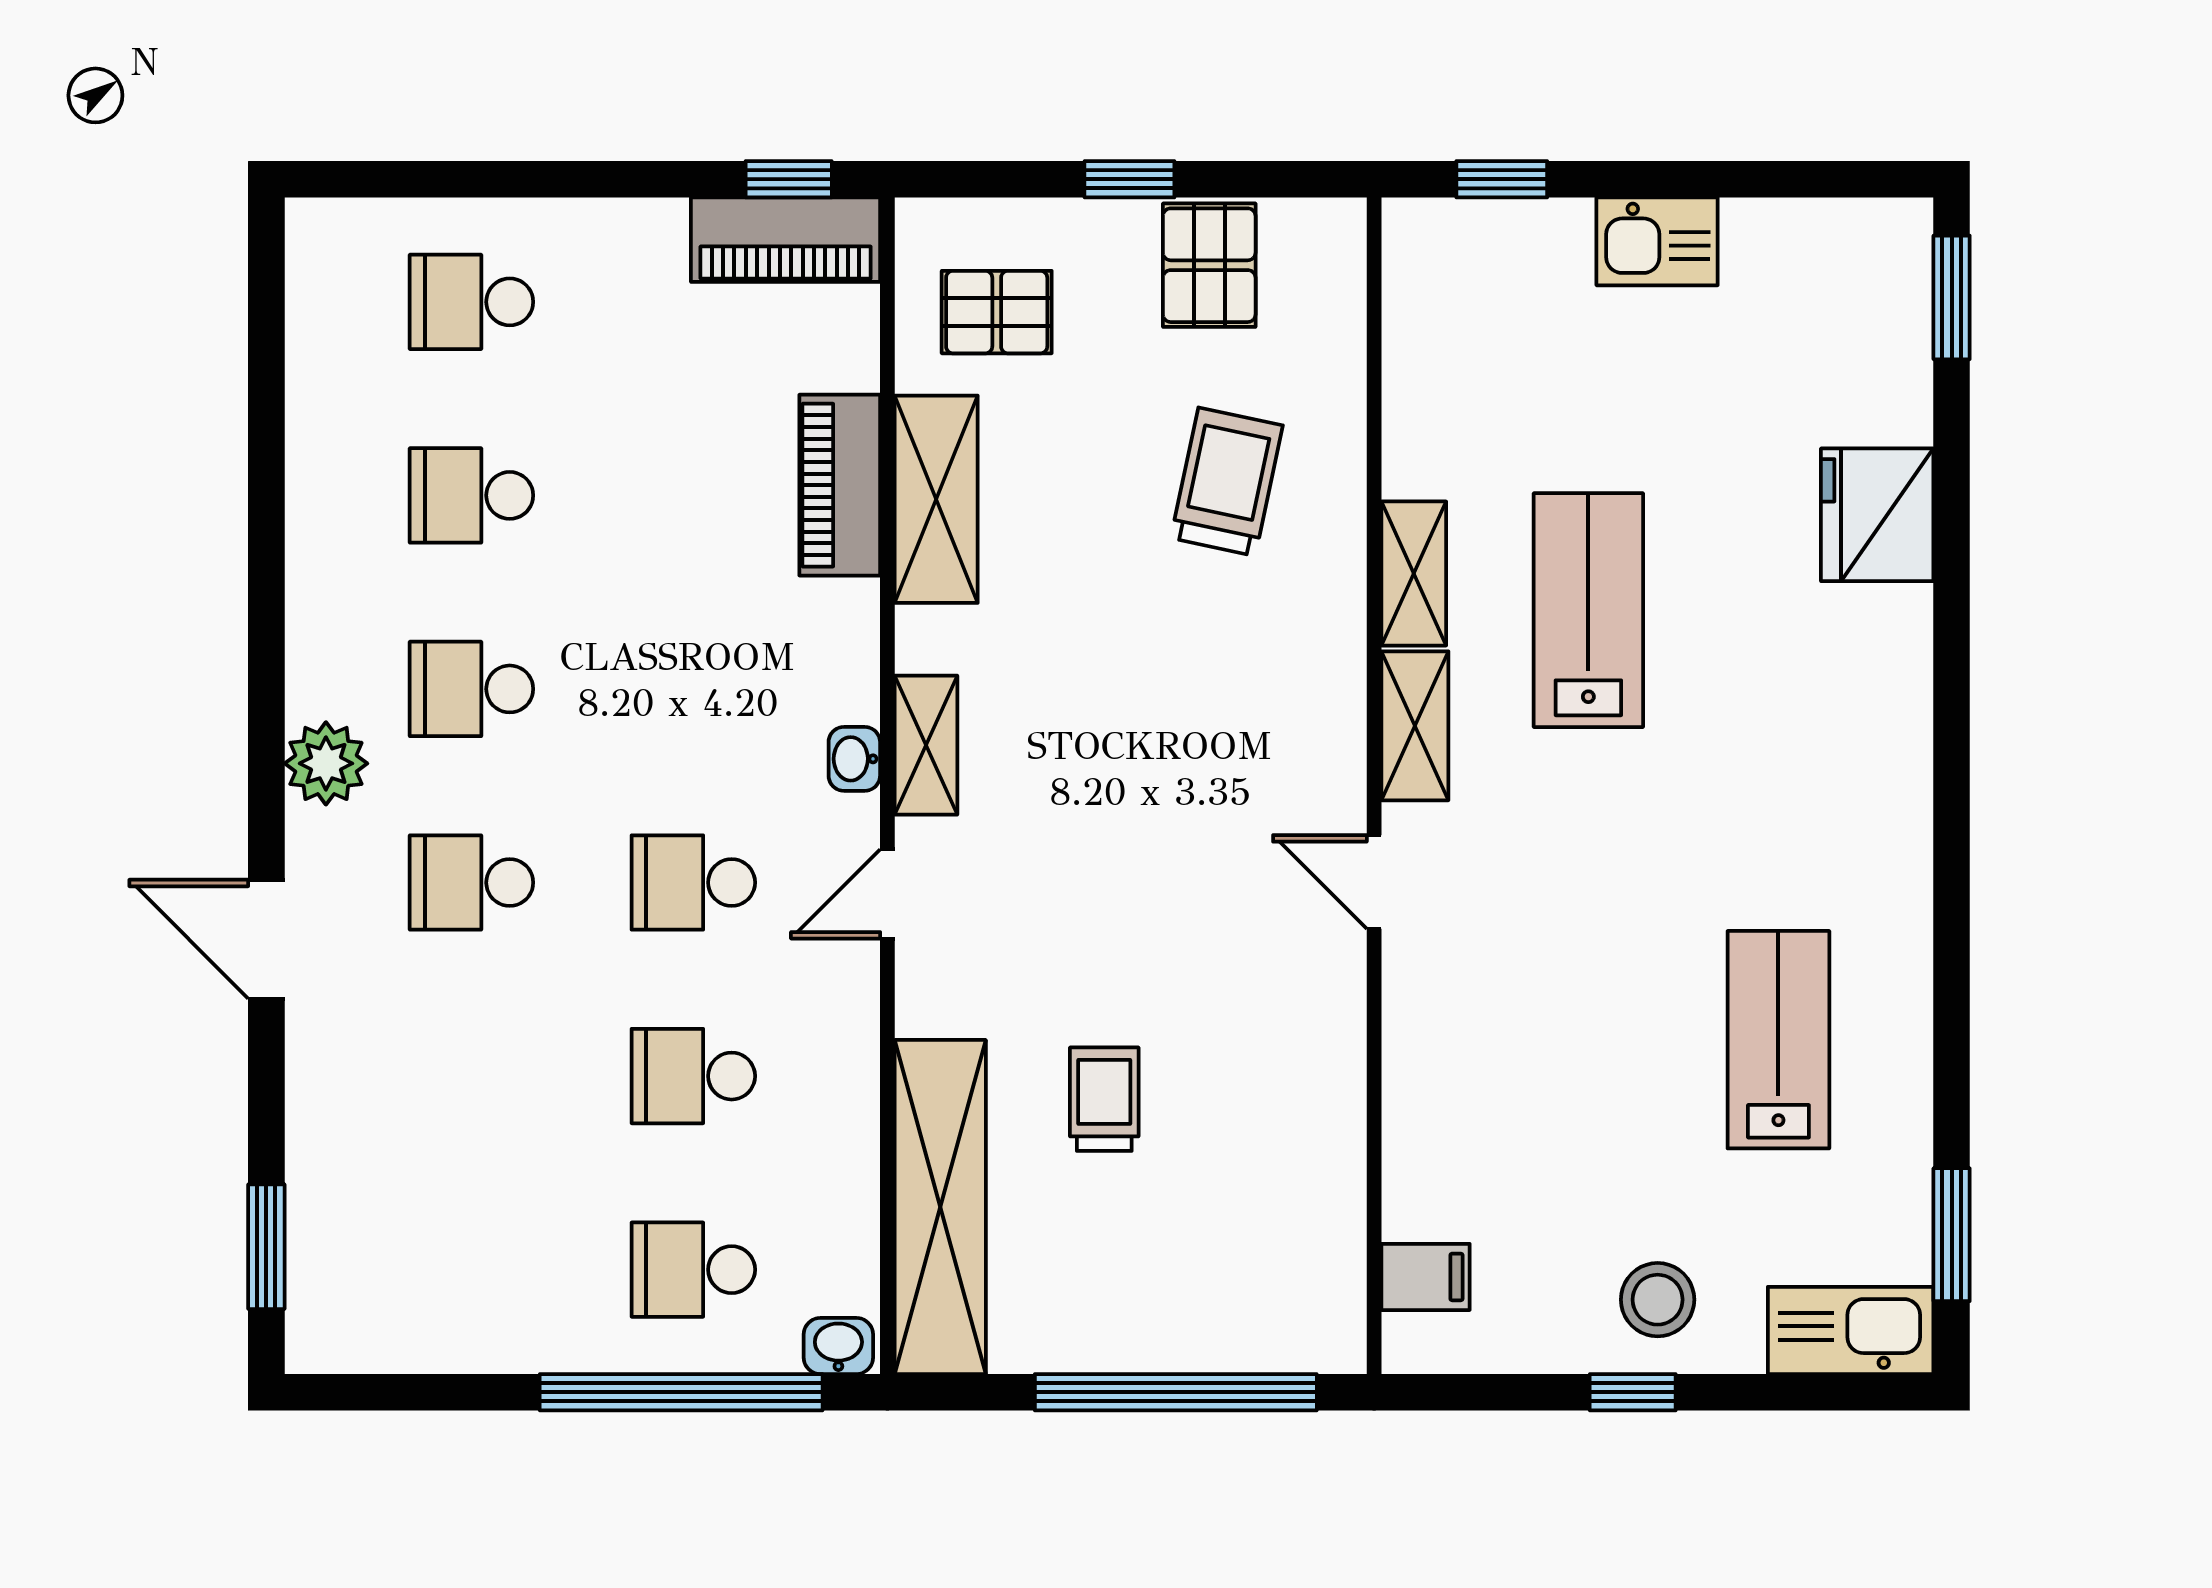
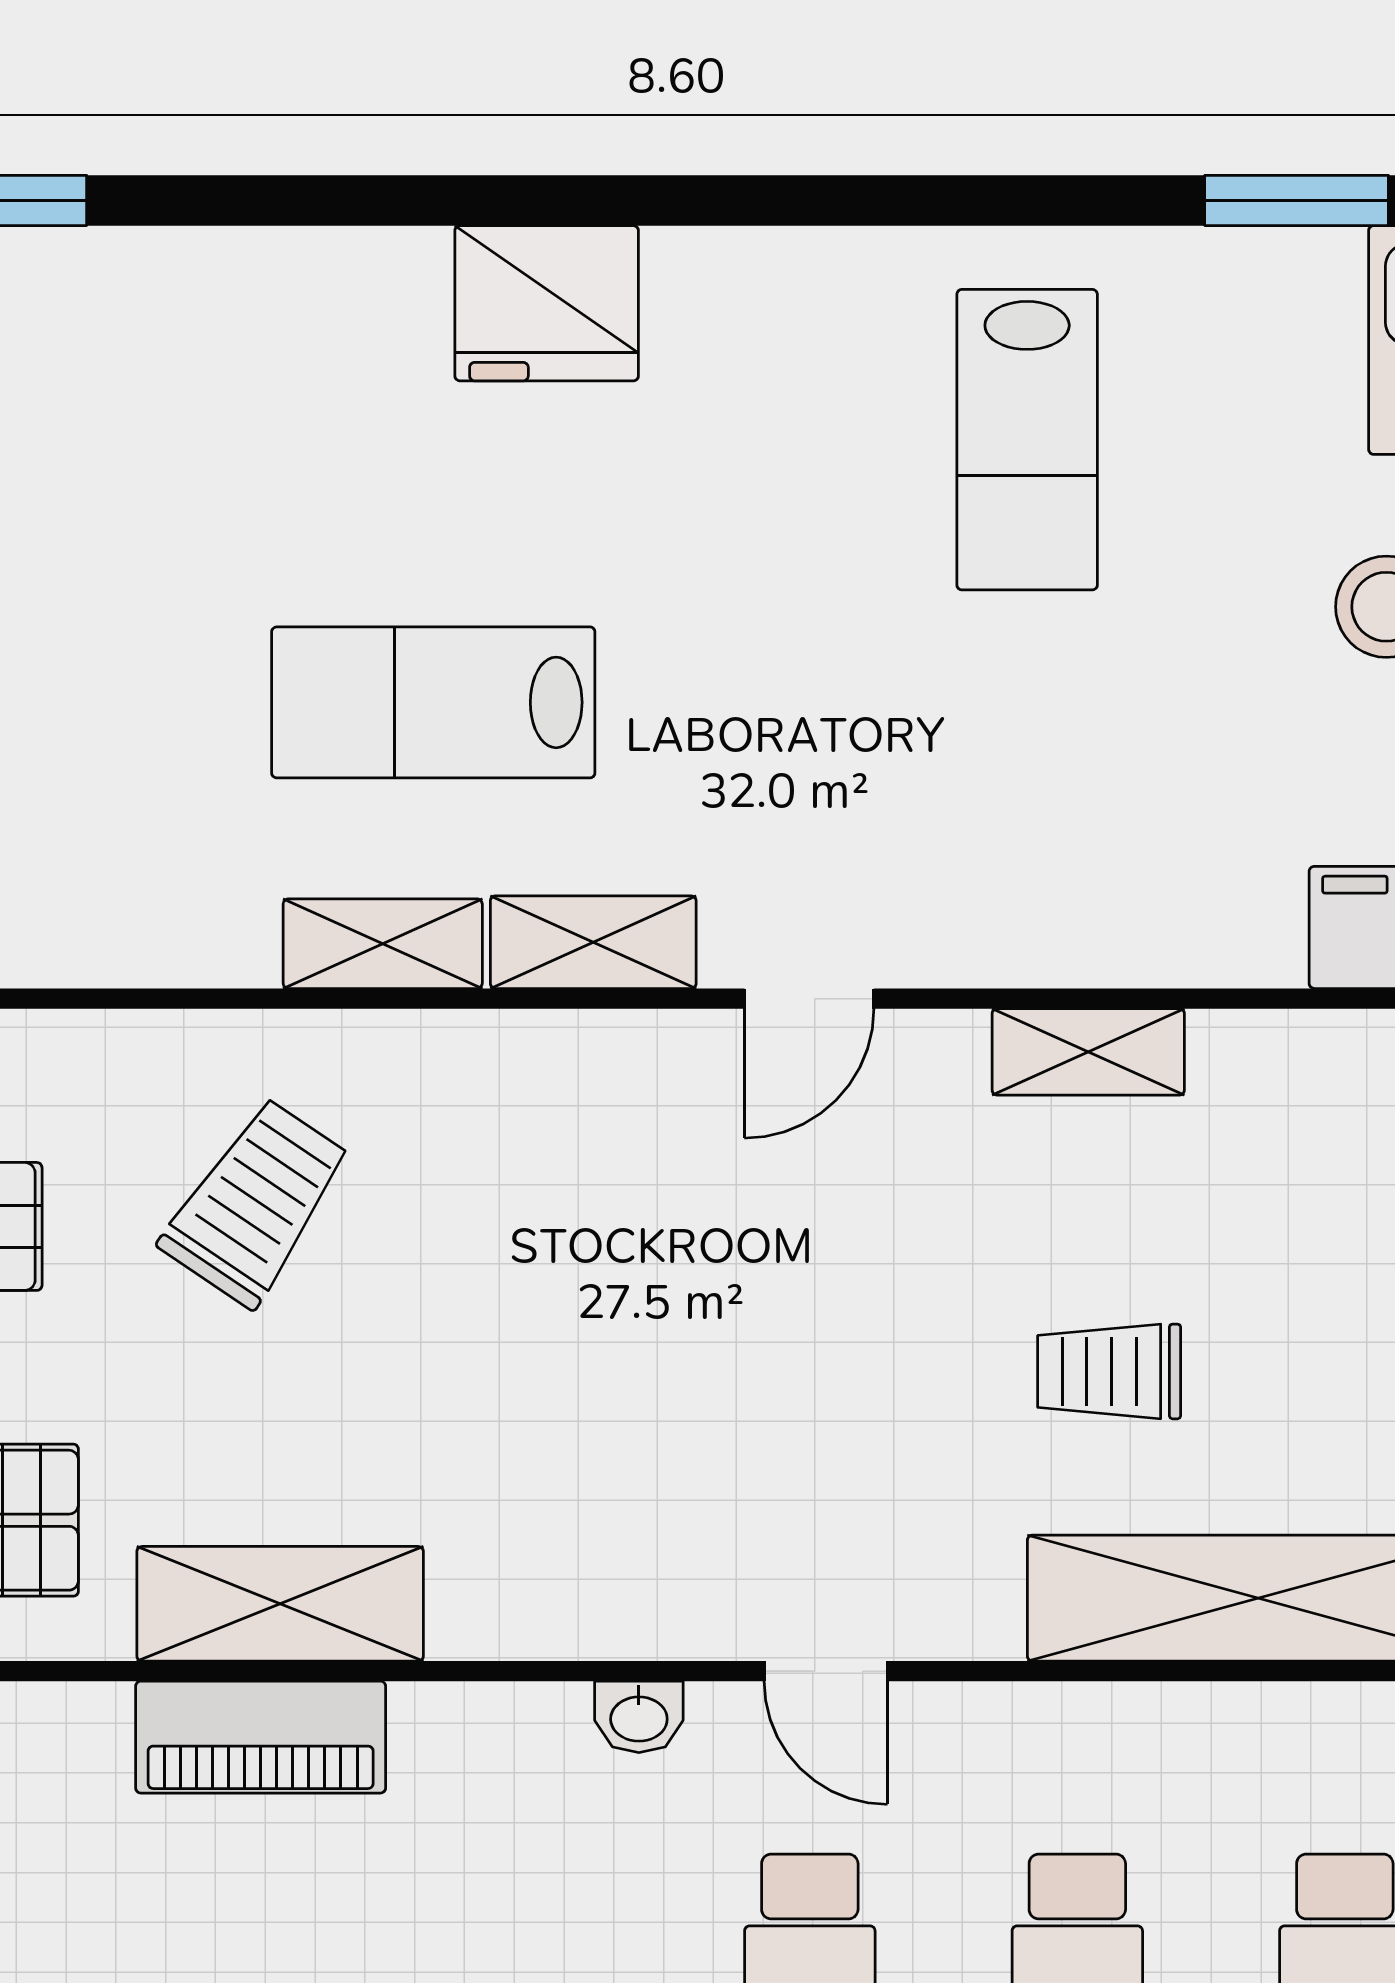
trolley: (1227, 482) -> (256, 1202), turned 112
fridge: (1877, 515) -> (547, 303), moved
shelving: (926, 745) -> (1088, 1052), moved
lab bench: (1778, 1040) -> (1027, 440), turned -90

